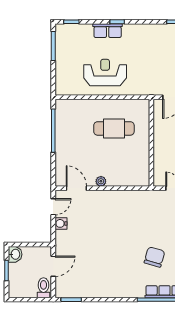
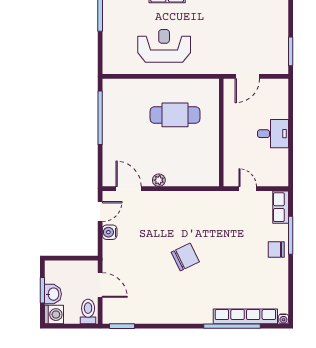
washbasin: (15, 254) -> (53, 294), moved
chair: (154, 257) -> (185, 257), moved, turned 48
door: (53, 266) -> (100, 285), hinge flipped
washing machine: (16, 290) -> (54, 315), added

